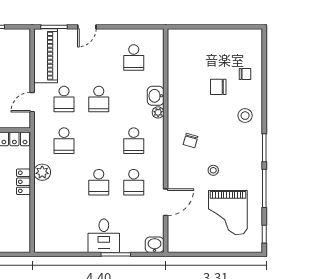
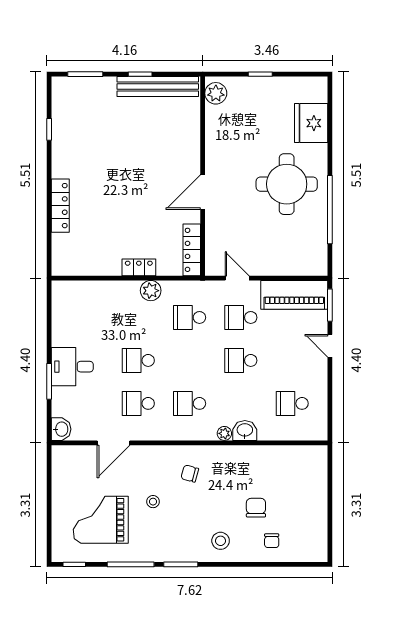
door: (166, 202) -> (114, 443), hinge flipped

